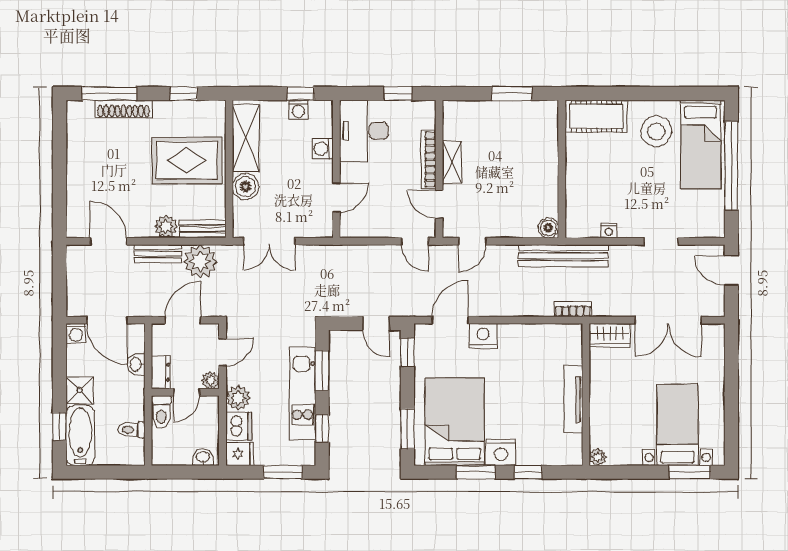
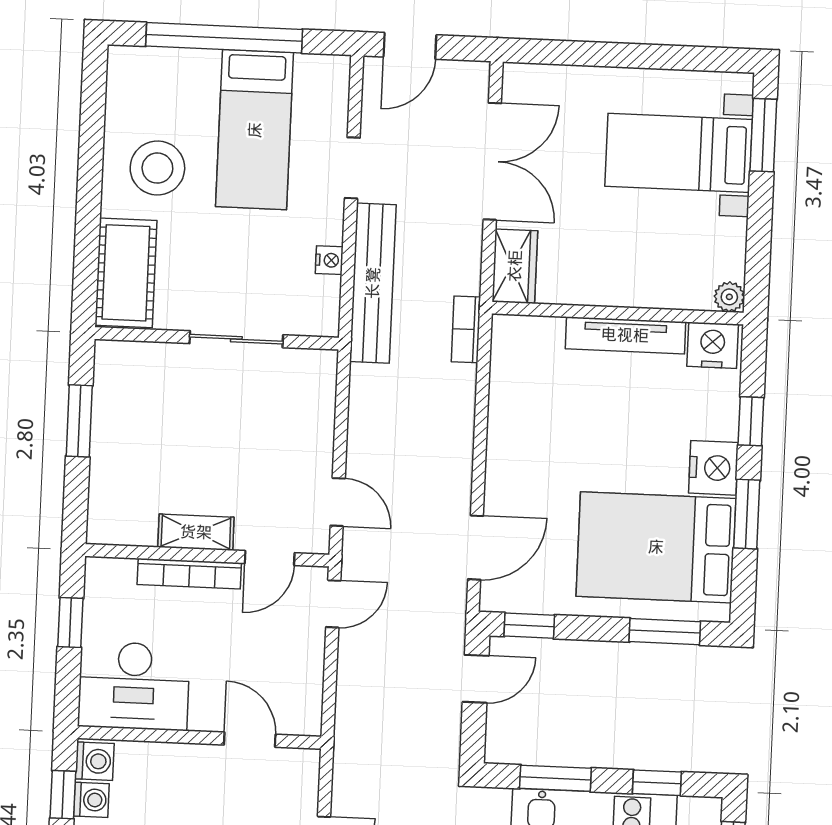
bed: (700, 145) -> (255, 130), moved, turned 90
washing machine: (323, 149) -> (95, 761), moved, turned -90
sliding door: (562, 180) -> (236, 339), added
boiler: (548, 228) -> (320, 367), removed
bench: (563, 256) -> (373, 283), moved
door: (450, 320) -> (475, 548), swing flipped
nightstand: (483, 336) -> (713, 345), moved, turned 90

